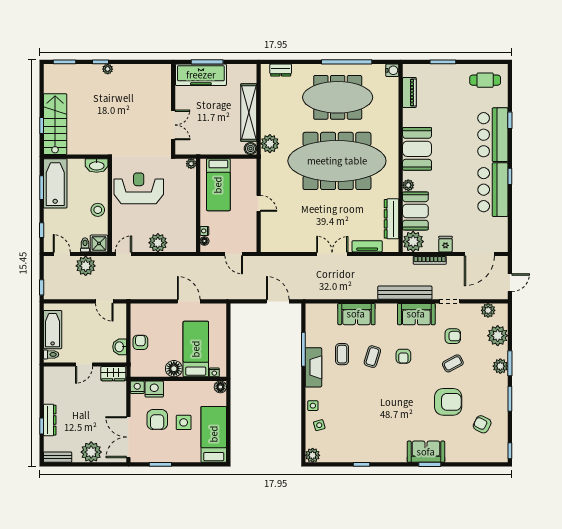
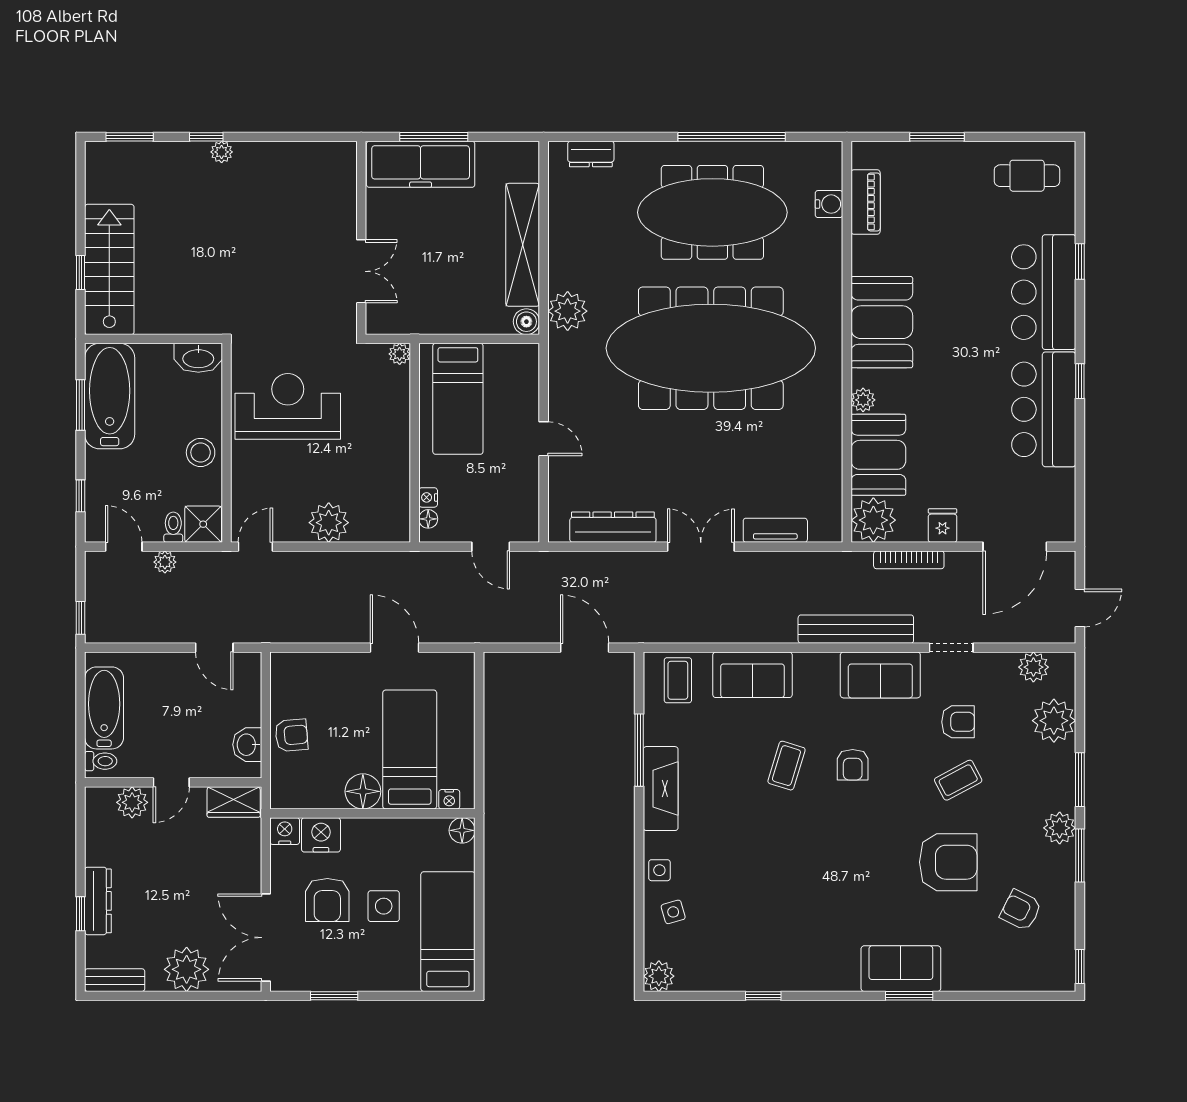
water cooler: (392, 70) -> (829, 204), moved
dresser: (392, 219) -> (613, 527), moved, turned 90
plant: (86, 266) -> (165, 562), width x0.53, depth x0.53
armchair: (140, 342) -> (291, 735), turned 85
coffee table: (342, 354) -> (678, 680), moved
plant: (500, 366) -> (1060, 828), moved
plant: (66, 374) -> (132, 802), added

